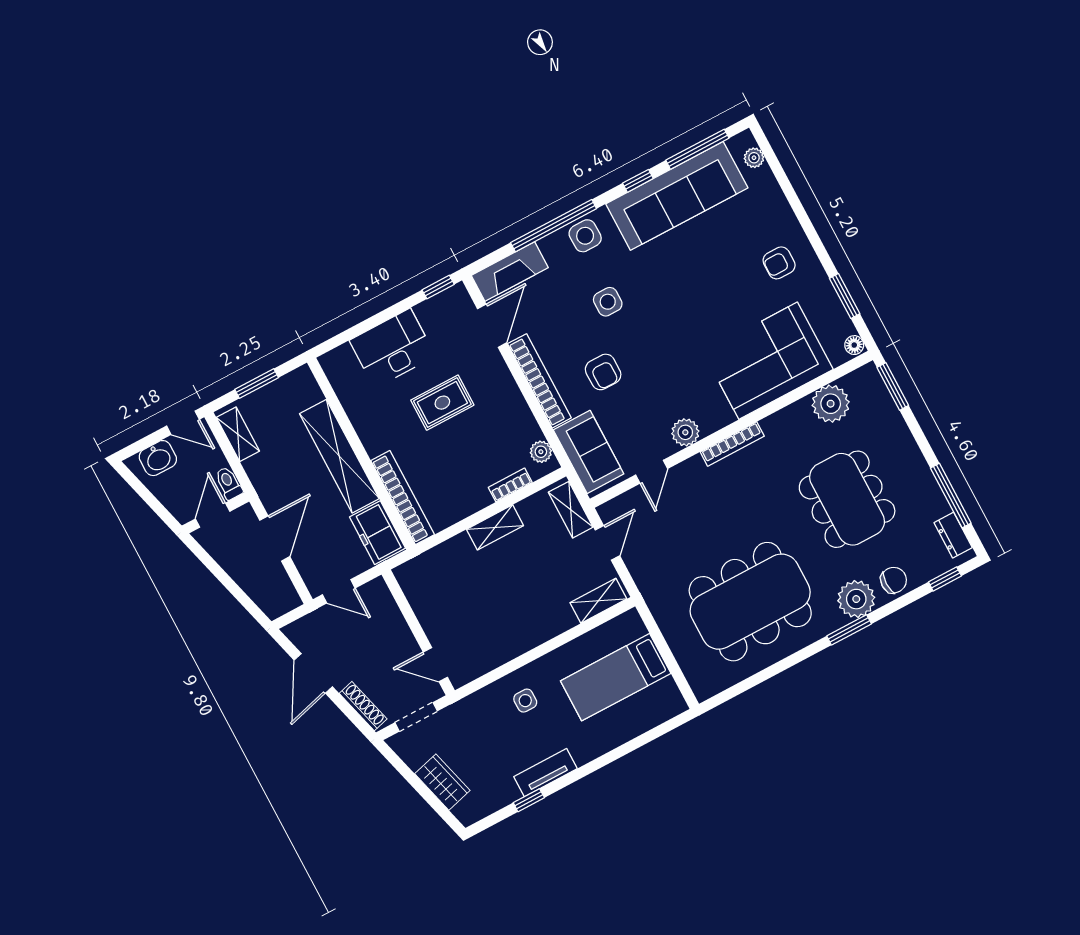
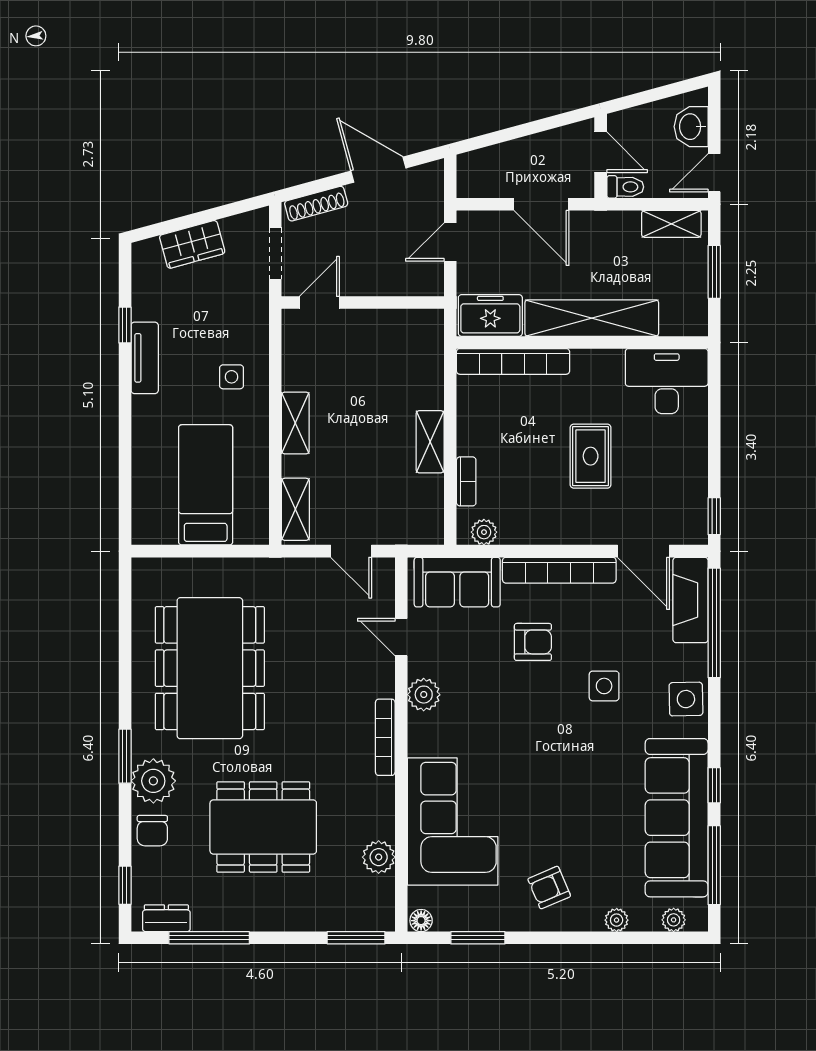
plant: (777, 200) -> (617, 920), added
window: (554, 226) -> (714, 623), moved
armchair: (779, 263) -> (549, 888), turned -113
desk: (392, 348) -> (667, 381), moved, turned -90
armchair: (603, 372) -> (533, 642), turned 180
plant: (831, 404) -> (379, 857), width x0.73, depth x0.73
shelving: (571, 510) -> (295, 423), moved, turned 90

